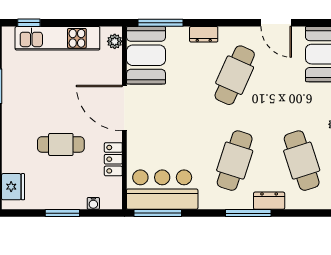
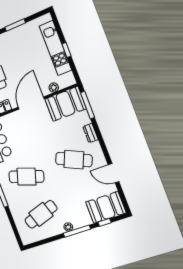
window: (29, 23) -> (67, 50), moved
door: (276, 23) -> (114, 173), hinge flipped
plant: (115, 41) -> (54, 88), moved
dresser: (269, 201) -> (12, 203), removed

